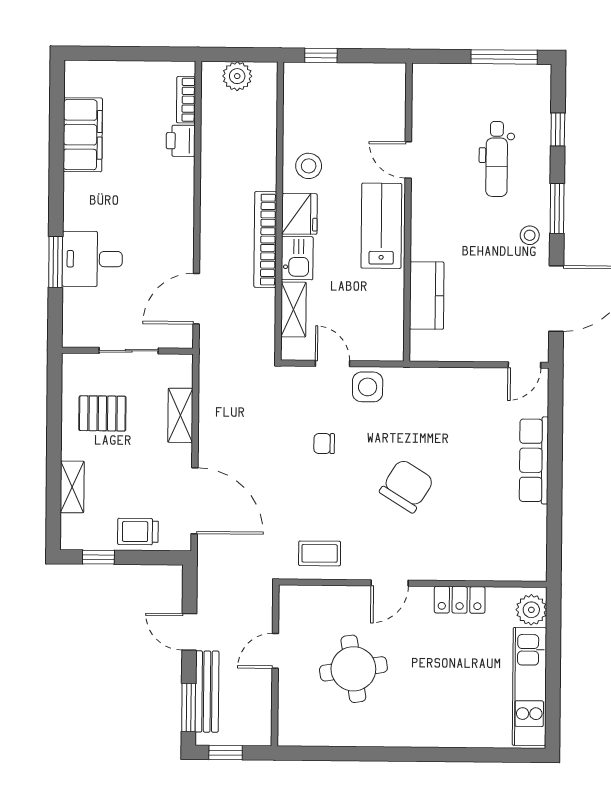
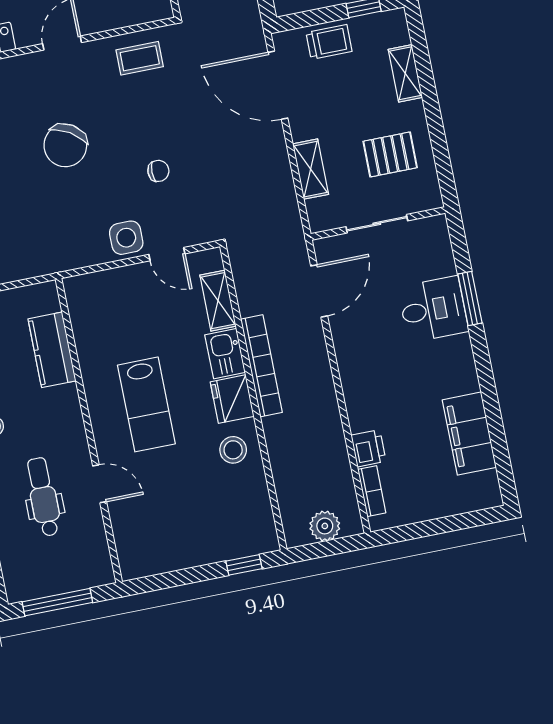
door: (408, 160) -> (100, 484), moved
wall: (408, 212) -> (89, 431), moved
kitchen counter: (427, 296) -> (52, 350), moved

